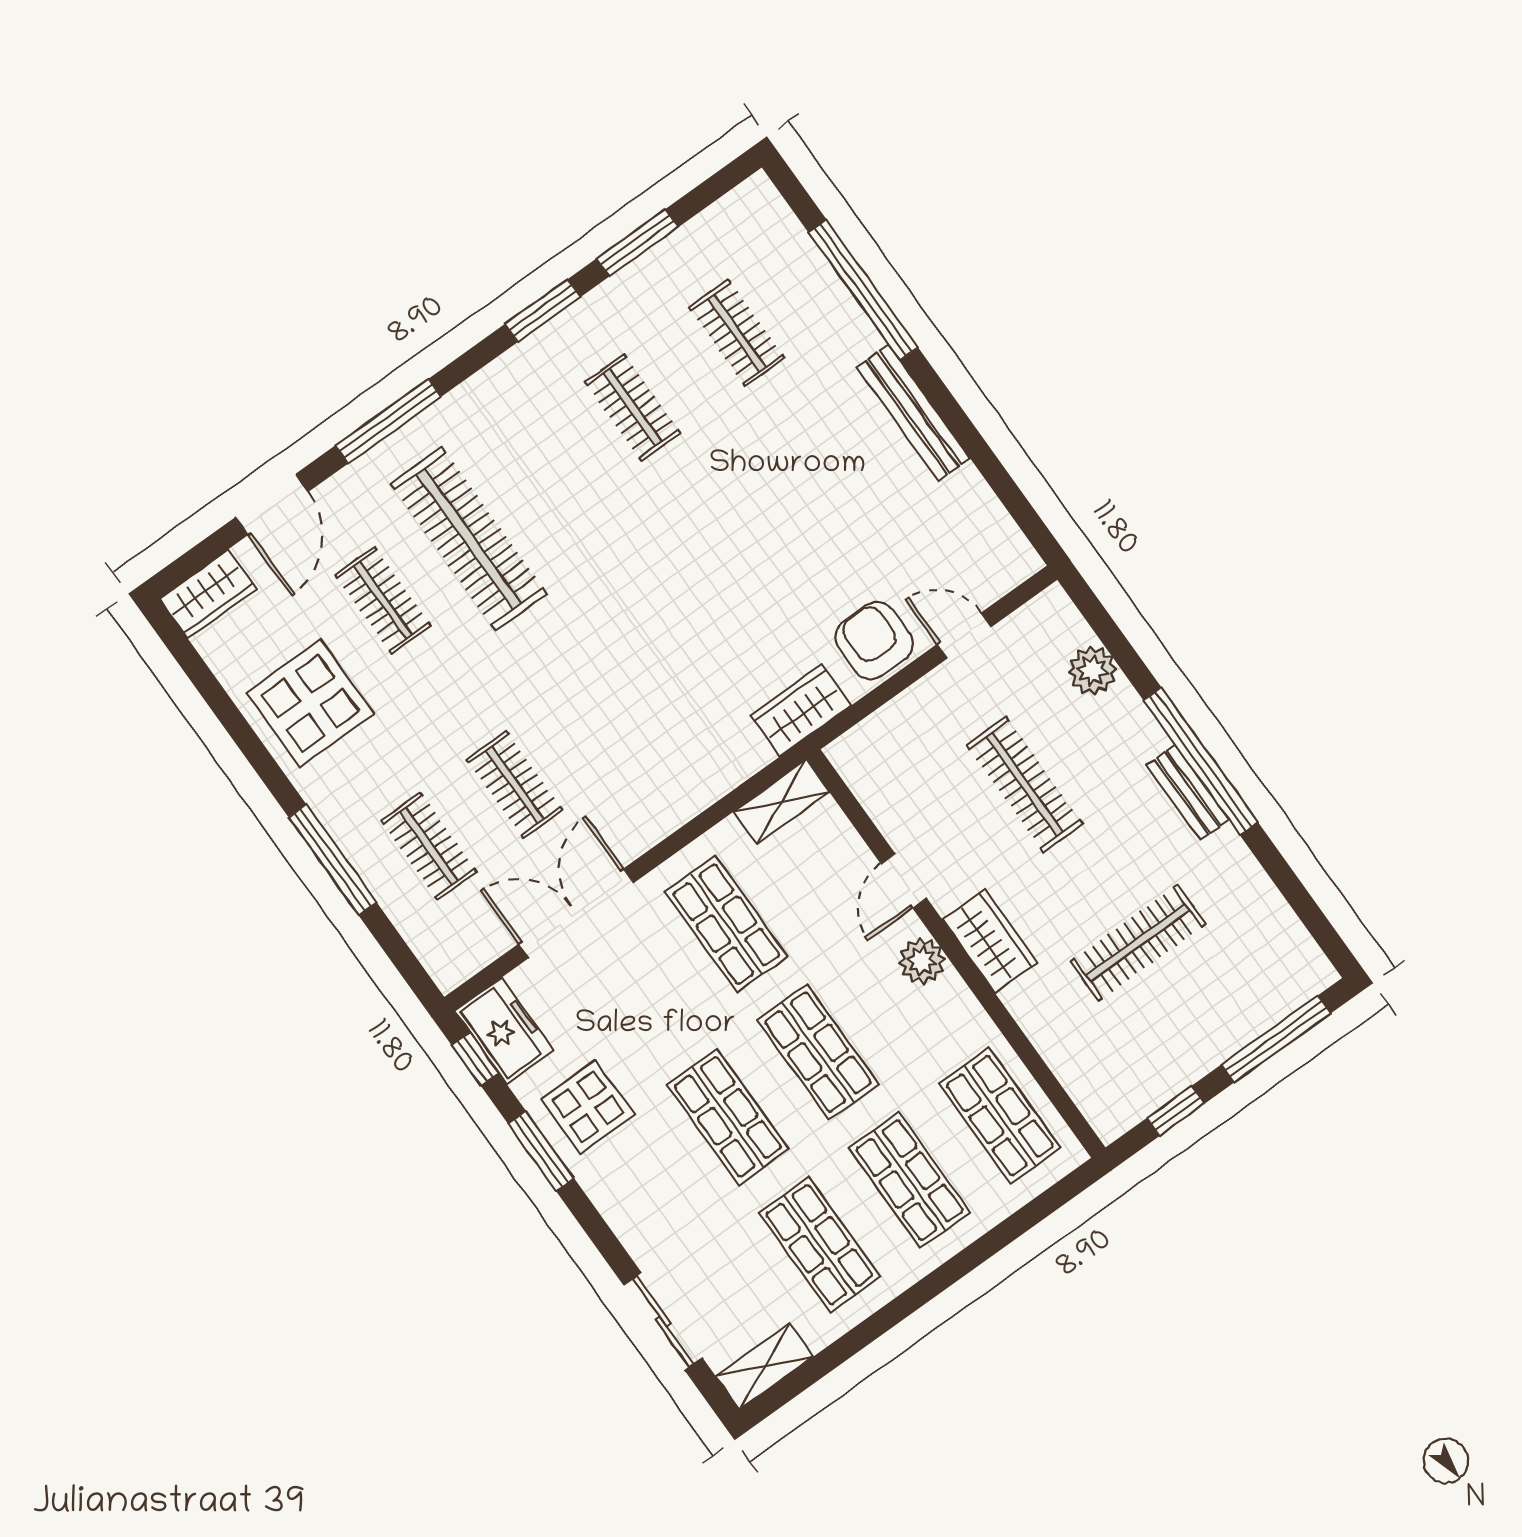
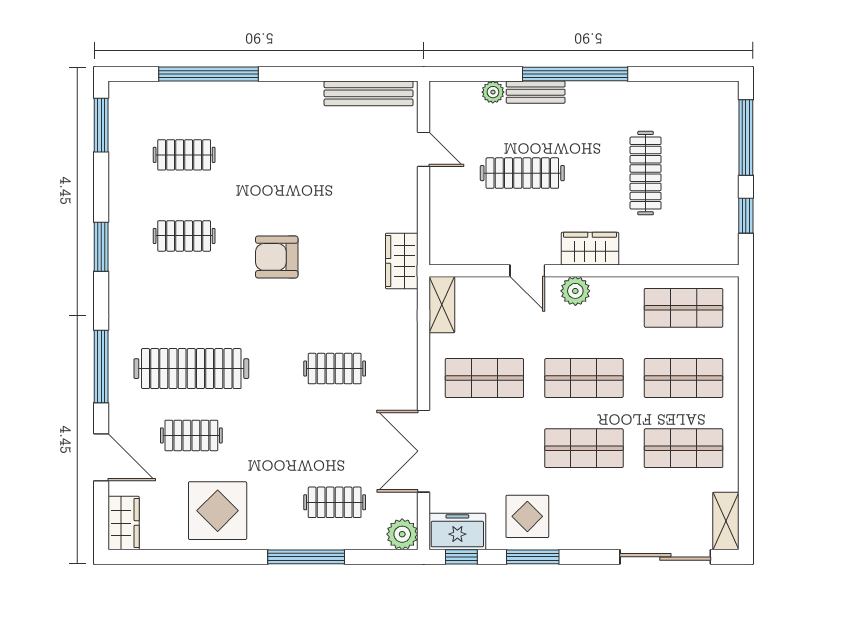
window: (637, 243) -> (101, 125), moved
bench: (913, 413) -> (369, 93), moved
door: (964, 636) -> (423, 149), swing flipped
armchair: (874, 641) -> (277, 257), moved
plant: (1093, 671) -> (493, 92), width x0.73, depth x0.73
clothes rail: (515, 785) -> (335, 369), moved
bench: (1188, 792) -> (536, 92), moved
plant: (450, 962) -> (402, 534), added
sliding door: (663, 1321) -> (665, 557), width x1.37

